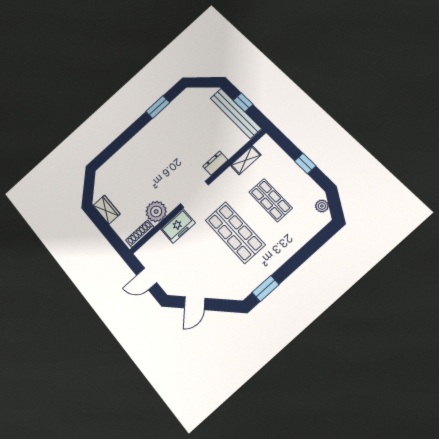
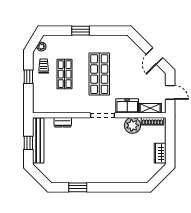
shelving: (246, 160) -> (150, 108), moved
dresser: (215, 163) -> (63, 122), moved
trolley: (300, 188) -> (44, 66), added
window: (265, 289) -> (80, 31), moved
door: (195, 303) -> (155, 56), swing flipped

